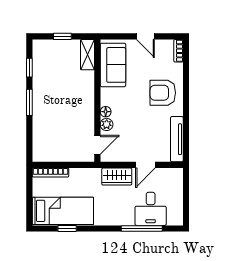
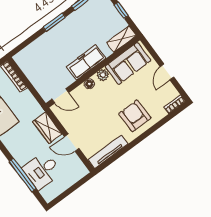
freezer: (85, 101) -> (86, 62), added
plant: (107, 124) -> (103, 75), moved

